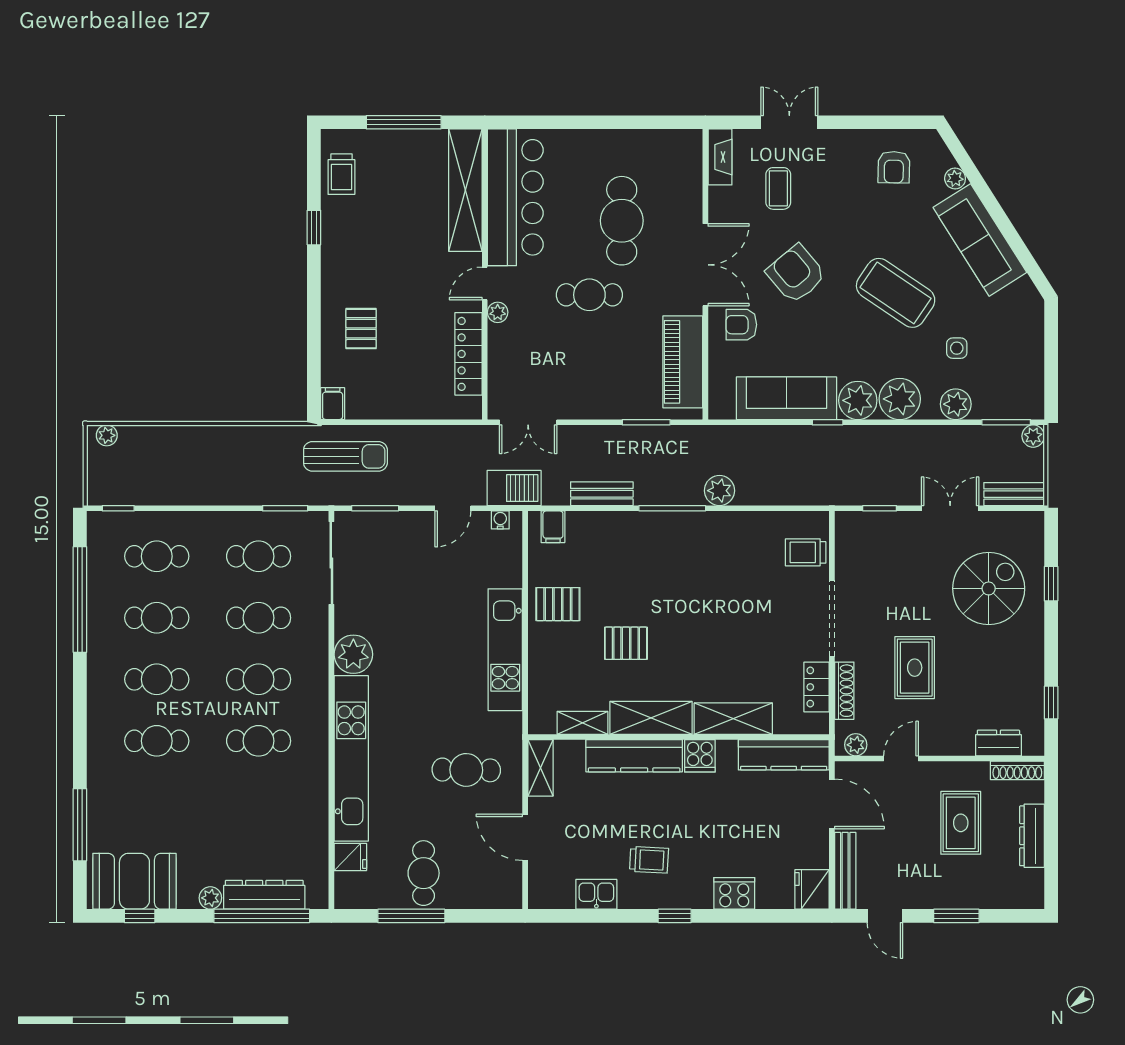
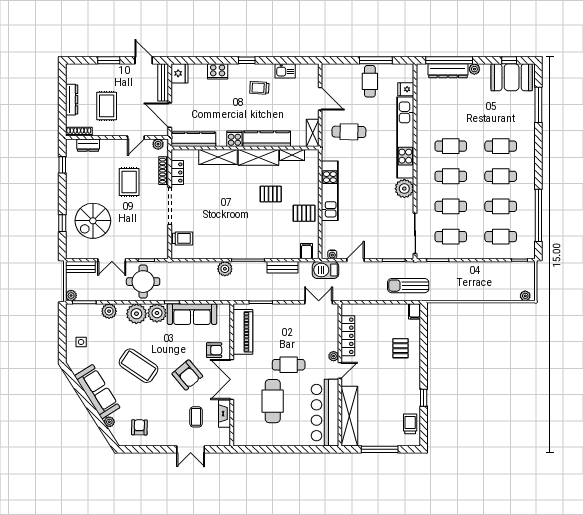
fireplace: (720, 157) -> (225, 414), moved
side table: (957, 348) -> (81, 342), moved
round table: (886, 465) -> (143, 282), added

